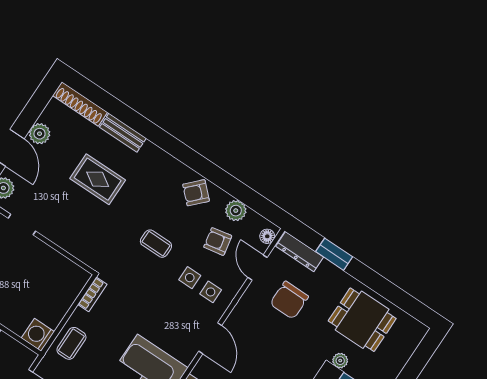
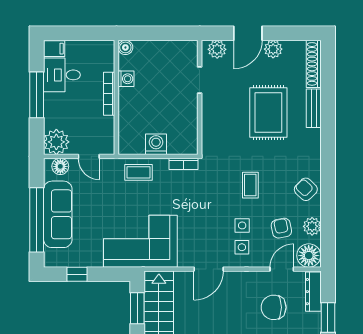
rug: (98, 179) -> (268, 112), width x1.36, depth x1.43
floor lamp: (267, 236) -> (309, 256), width x1.89, depth x1.89
washing machine: (38, 335) -> (156, 144), moved

